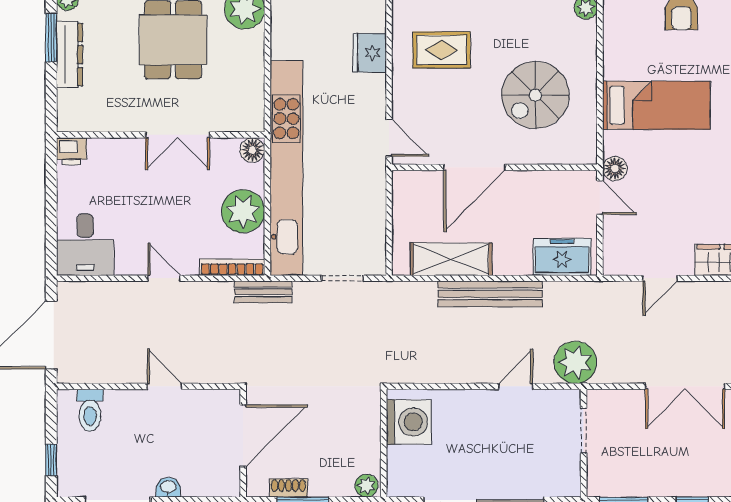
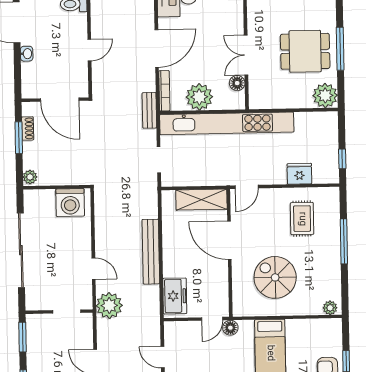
floor lamp: (252, 150) -> (237, 83), moved
shelving: (451, 259) -> (201, 200), moved, turned 90
door: (164, 278) -> (157, 48), width x1.87

